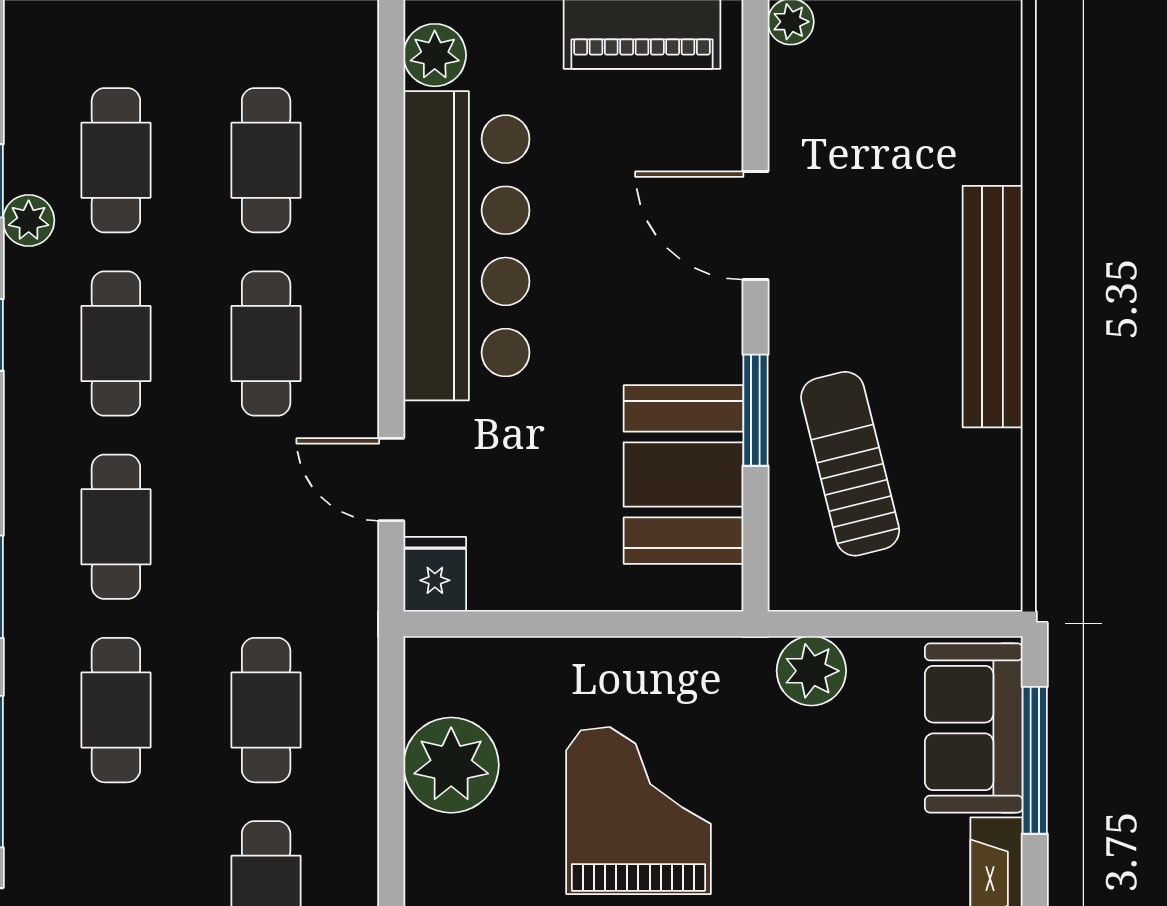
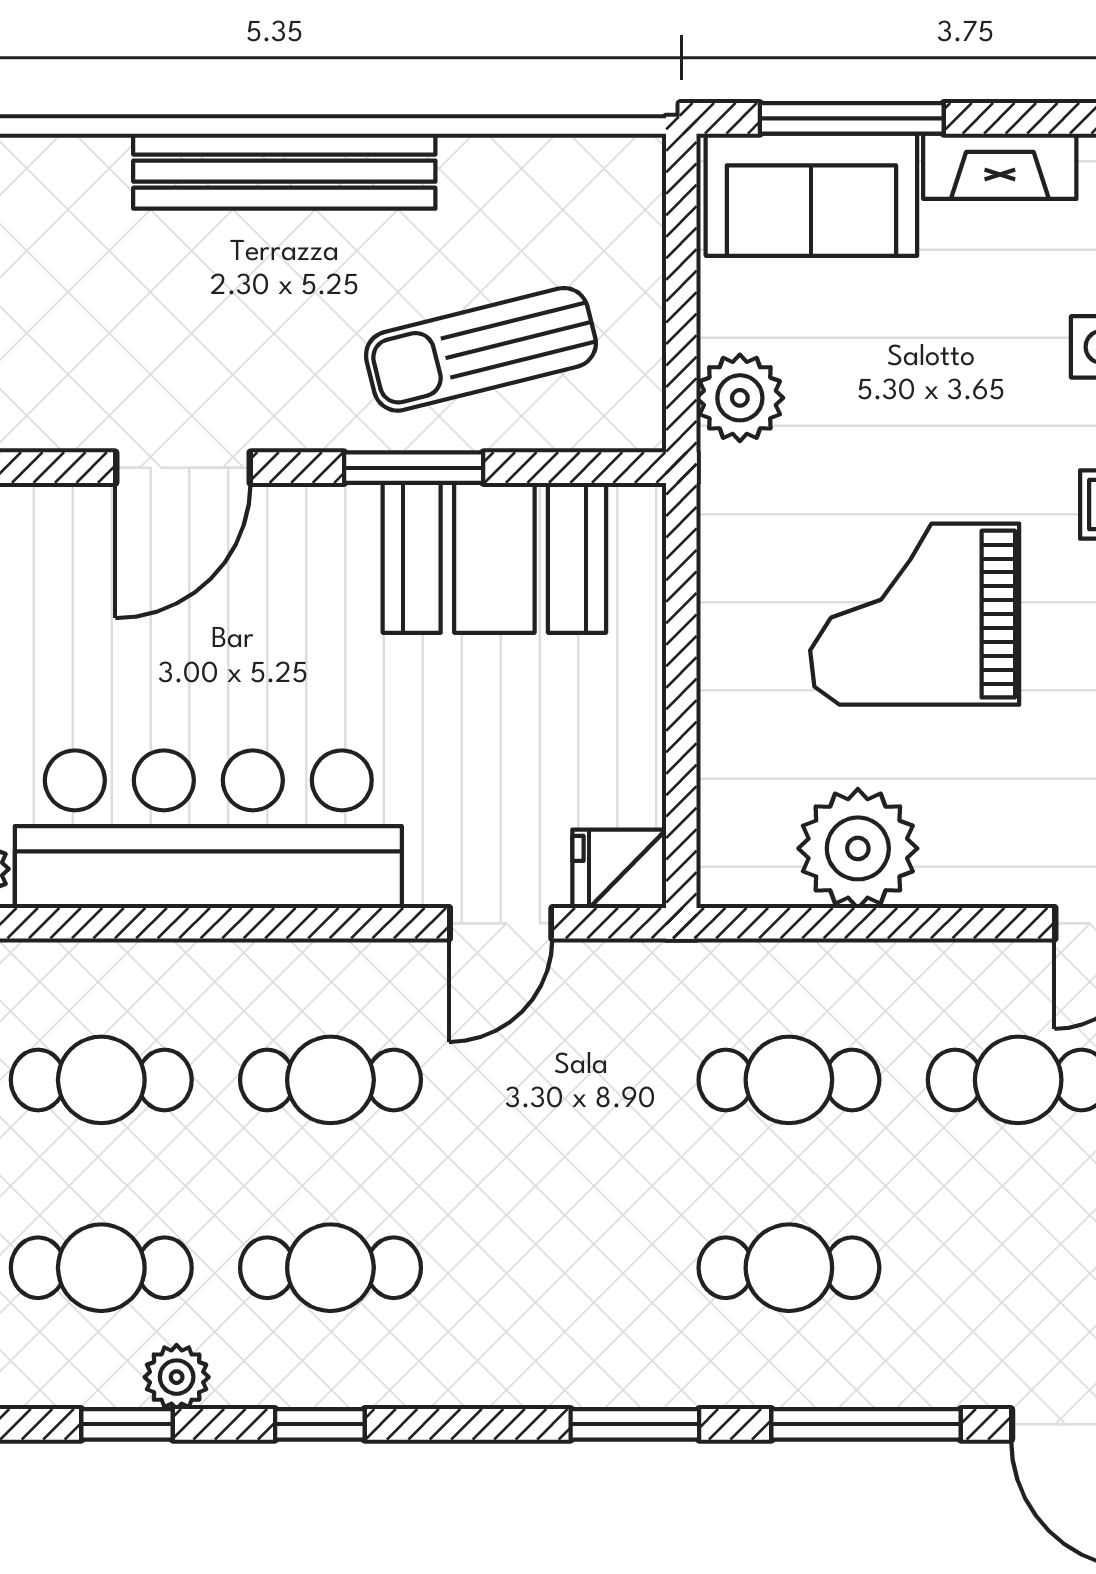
cafe table: (116, 527) -> (560, 1268), removed

